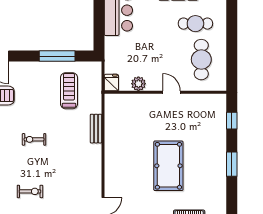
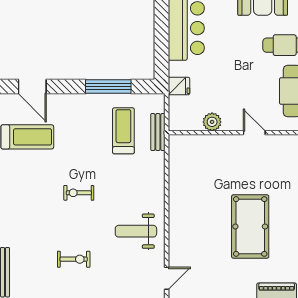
fridge: (111, 83) -> (179, 86), moved, turned 90
bench: (96, 129) -> (158, 132), moved
weight bench: (79, 169) -> (136, 231), added

